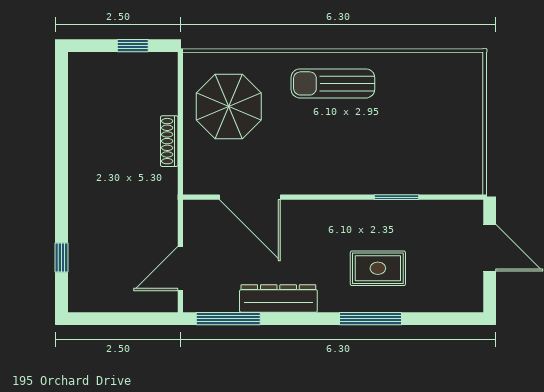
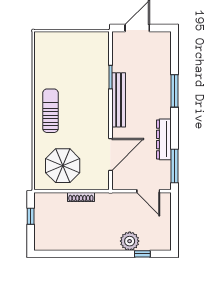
sun lounger: (333, 83) -> (51, 111), turned 180
bench: (354, 212) -> (119, 100), added
plant: (86, 233) -> (130, 241), added
rug: (378, 268) -> (148, 87), removed

